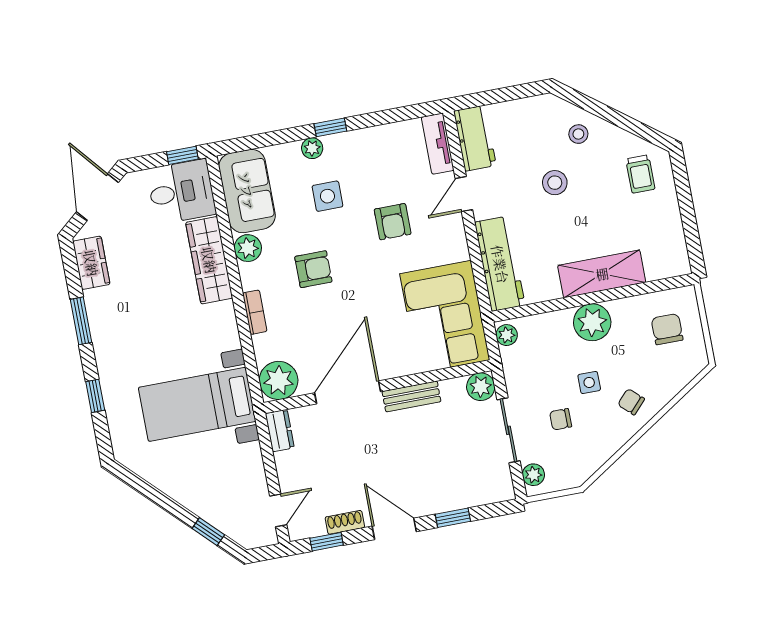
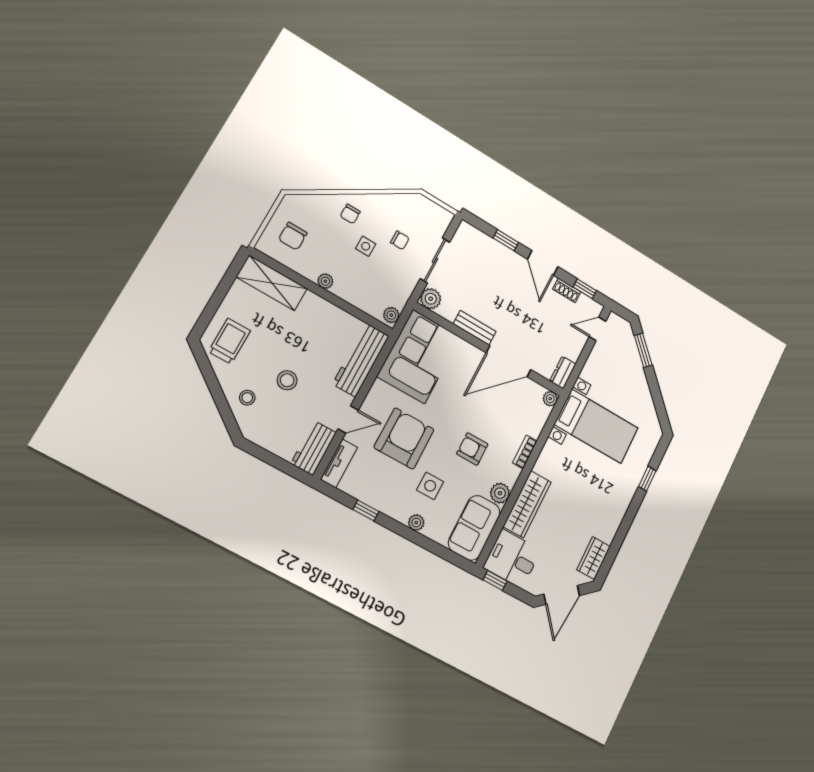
window: (330, 127) -> (366, 510), moved
trolley: (640, 174) -> (229, 341), width x1.36, depth x1.39
armchair: (393, 222) -> (404, 438), width x1.88, depth x1.88
shelving: (602, 274) -> (272, 283), moved
window: (81, 321) -> (624, 528), removed
plant: (592, 322) -> (325, 281), width x0.53, depth x0.53
plant: (279, 380) -> (550, 399), width x0.53, depth x0.53
chair: (631, 402) -> (350, 214), turned 47
plant: (533, 475) -> (441, 223), removed
window: (208, 532) -> (643, 350), width x1.50

